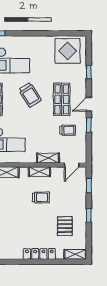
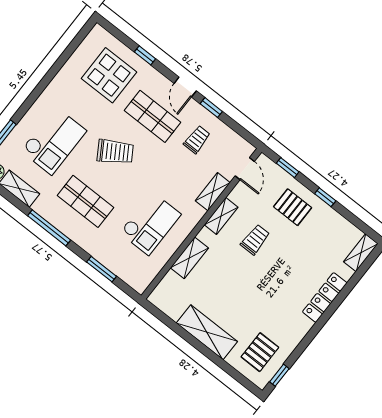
display table: (68, 51) -> (109, 75), moved
pallet: (65, 226) -> (293, 207), moved

